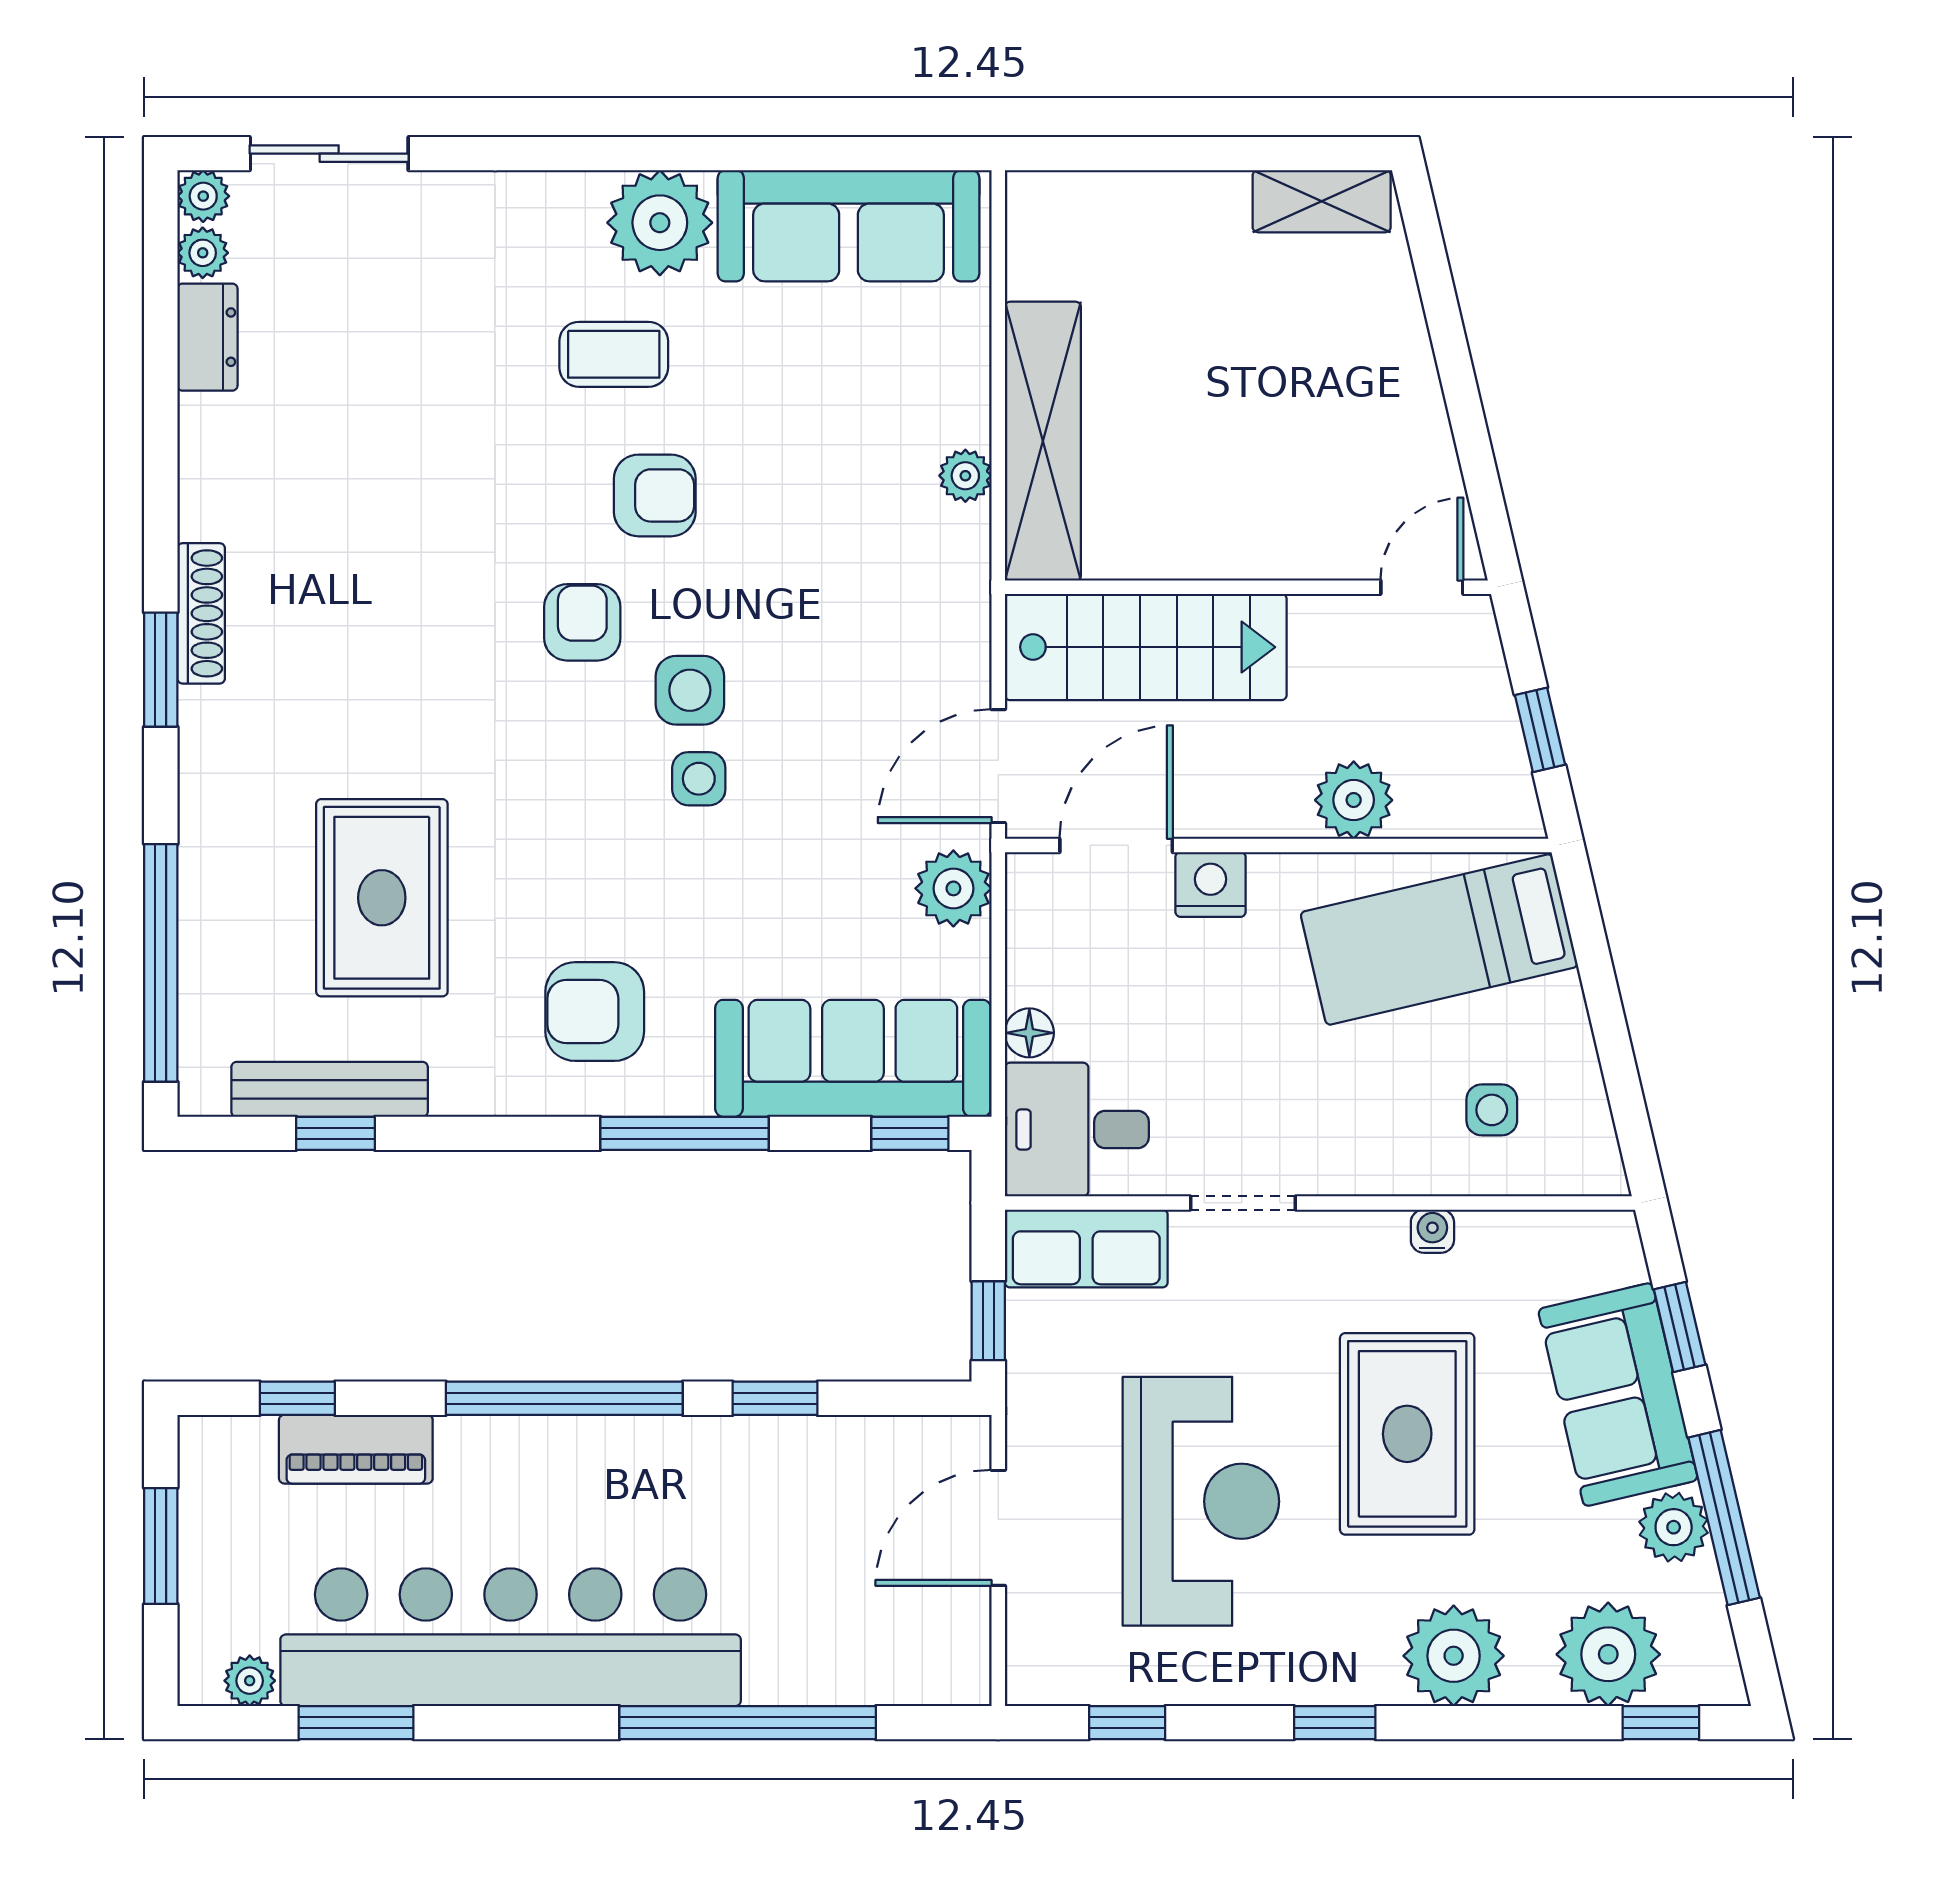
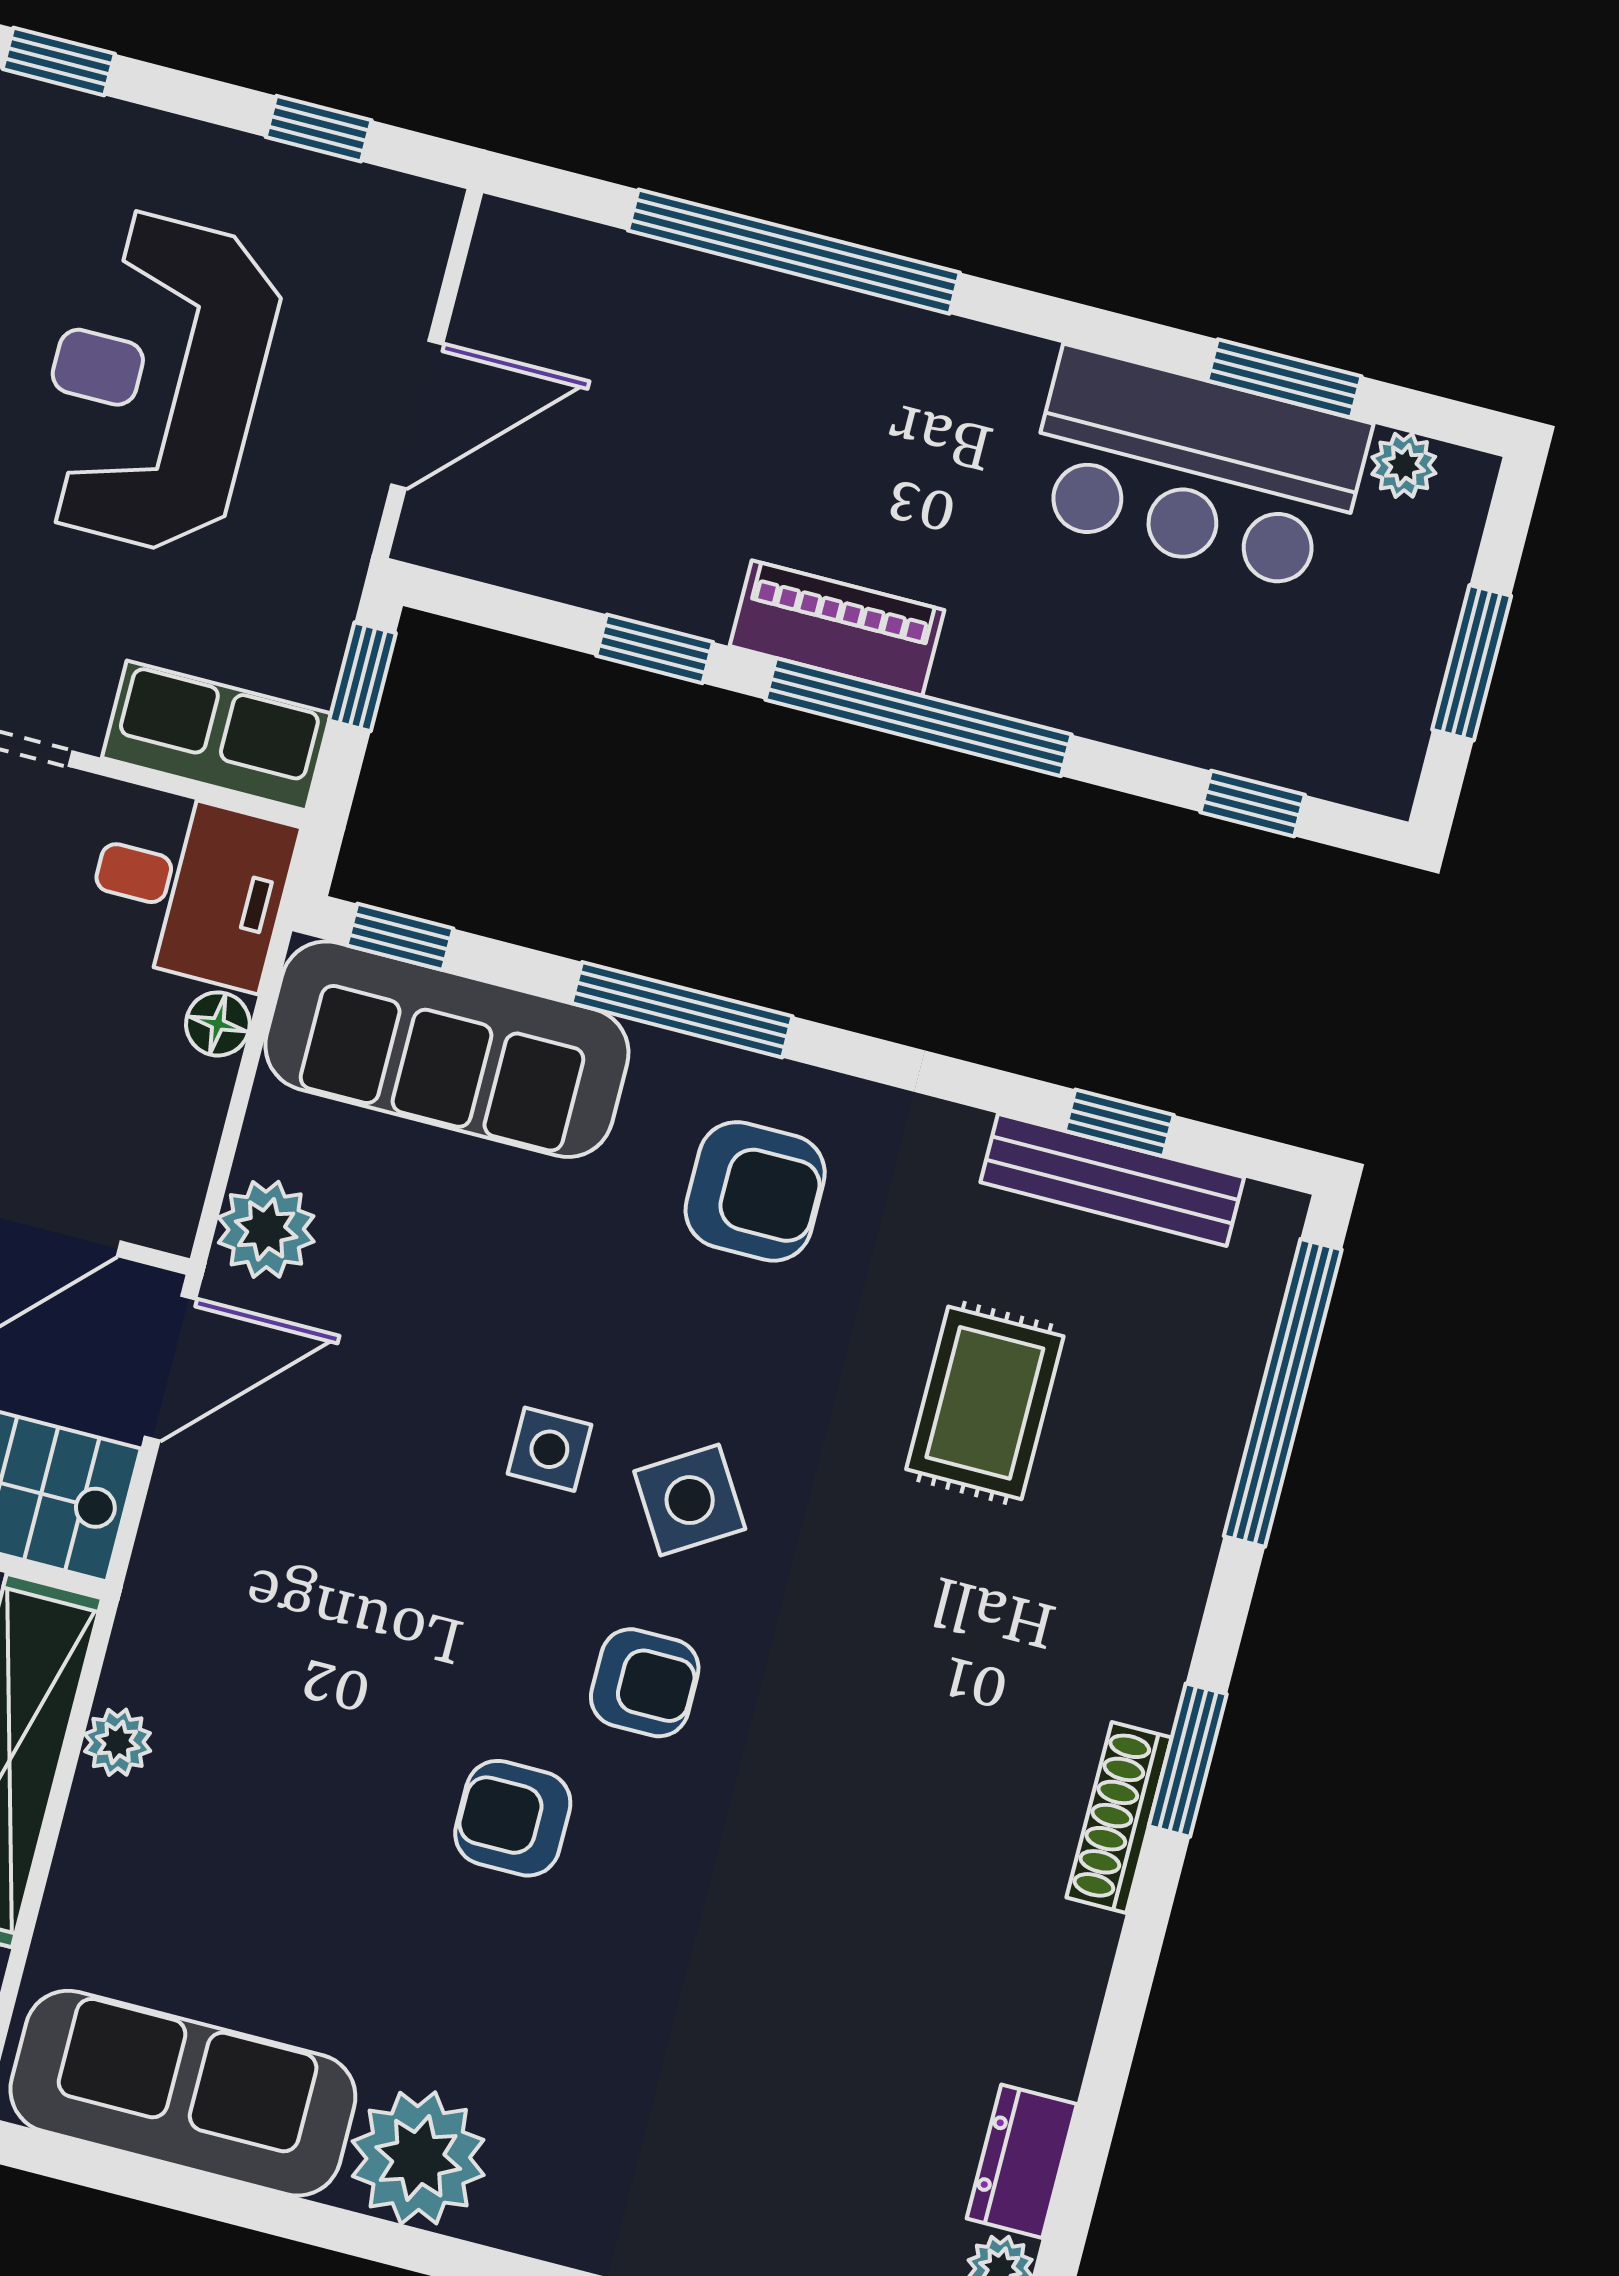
coffee table: (614, 354) -> (518, 2008), removed
armchair: (582, 622) -> (645, 1683), turned -90
side table: (690, 690) -> (690, 1500), moved, turned -32
rug: (382, 898) -> (985, 1403), width x0.73, depth x0.70
piano: (356, 1449) -> (837, 628), moved
bar counter: (511, 1637) -> (1196, 470), width x0.54

